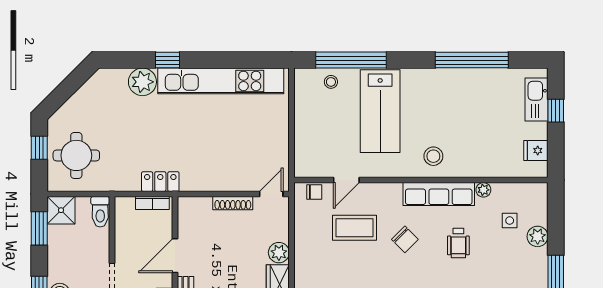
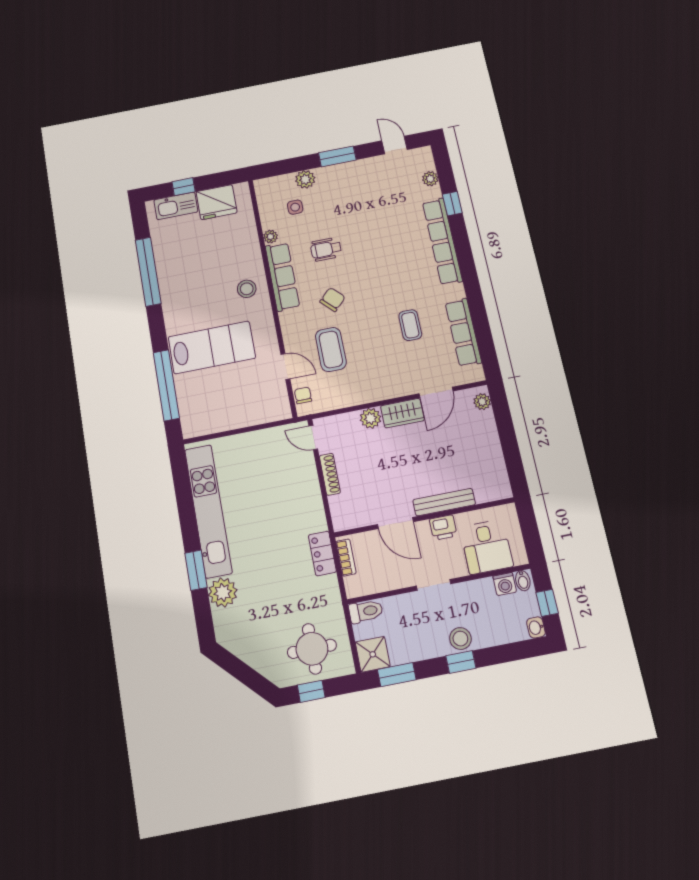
window: (168, 60) -> (196, 570), width x1.50
stool: (331, 82) -> (191, 401), removed
fridge: (536, 151) -> (217, 202), width x1.88, depth x1.34
wheelchair: (458, 243) -> (326, 249), turned 180

